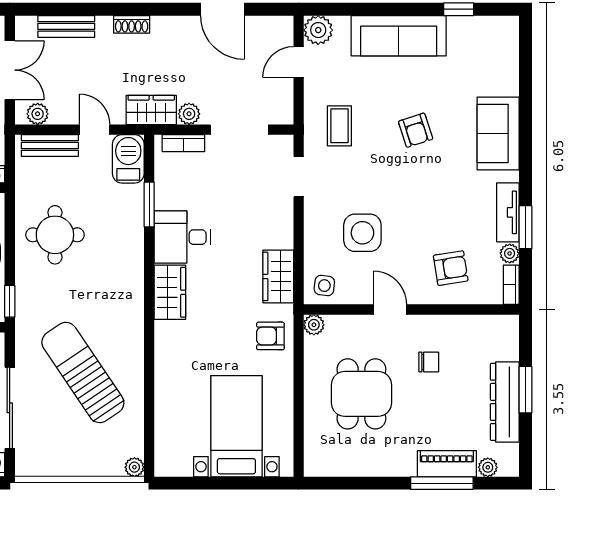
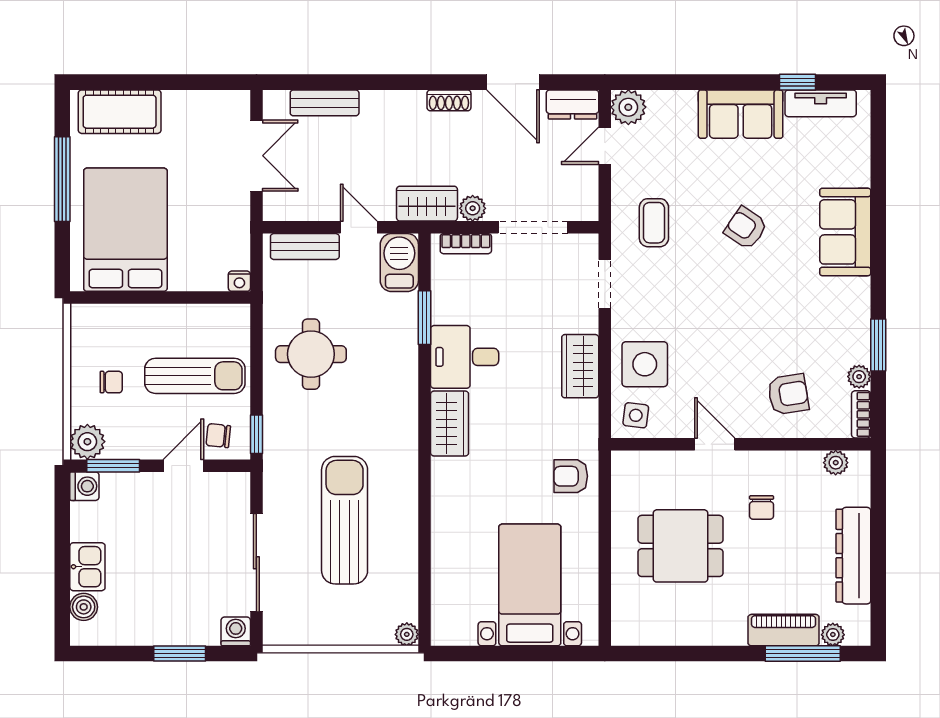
shoe rack: (132, 24) -> (449, 100), moved
dresser: (272, 28) -> (573, 104), added
sofa: (399, 36) -> (741, 114), width x0.73
plant: (38, 114) -> (290, 208), removed
armchair: (416, 130) -> (746, 228), turned 142
tv unit: (508, 212) -> (821, 103), moved, turned -90
side table: (362, 233) -> (645, 364), moved
wardrobe: (278, 276) -> (580, 366), moved
plant: (314, 325) -> (836, 463), moved
chair: (429, 362) -> (762, 508), turned 90
sun lounger: (83, 373) -> (345, 520), turned 34
window: (525, 390) -> (878, 541), removed
dining table: (361, 394) -> (681, 546), turned 90
window: (442, 483) -> (803, 654), moved

